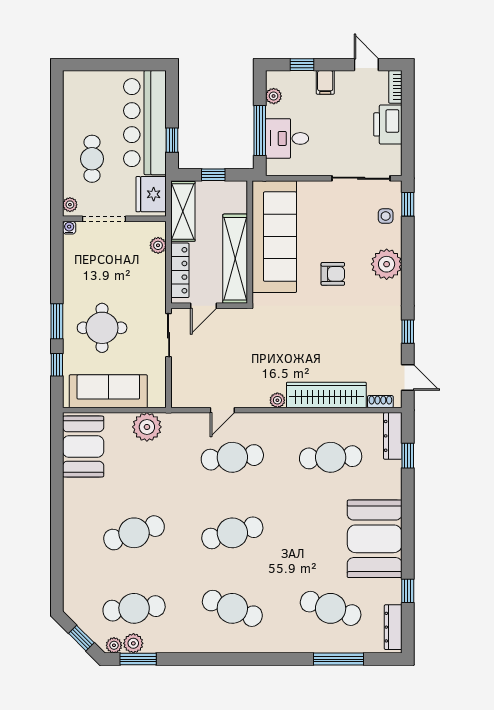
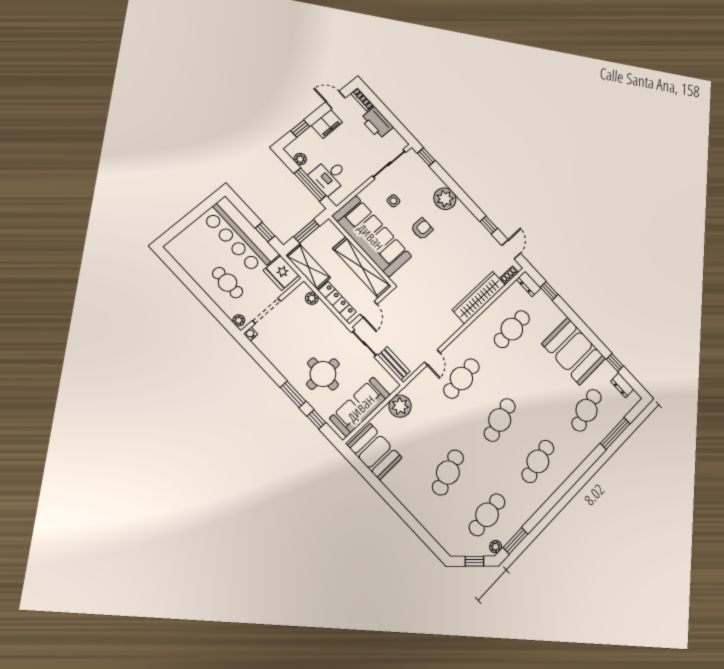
filing cabinet: (325, 82) -> (327, 124), width x2.00
window: (213, 175) -> (307, 231), width x1.50
side table: (386, 216) -> (393, 201), moved
door: (408, 377) -> (511, 249), hinge flipped
bench: (179, 381) -> (394, 363), added
plant: (277, 400) -> (456, 324), removed
dresser: (393, 436) -> (529, 284), width x0.70
cafe table: (232, 608) -> (538, 461), turned -33
cafe table: (331, 608) -> (587, 410), turned -33
dresser: (393, 627) -> (622, 385), width x0.70
plant: (133, 643) -> (505, 535), removed

